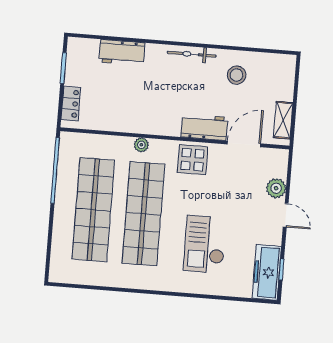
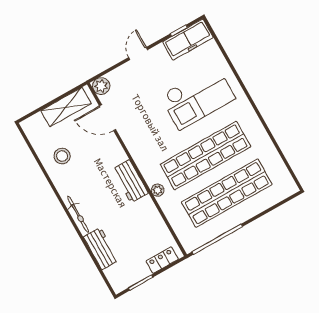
bicycle: (192, 54) -> (78, 214), moved
shelving: (283, 120) -> (66, 107), width x1.50, depth x1.33
workbench: (204, 127) -> (130, 181), moved
display table: (193, 160) -> (143, 147), removed
plant: (276, 188) -> (101, 86), moved
checkout: (205, 244) -> (198, 97), width x1.36, depth x1.21

